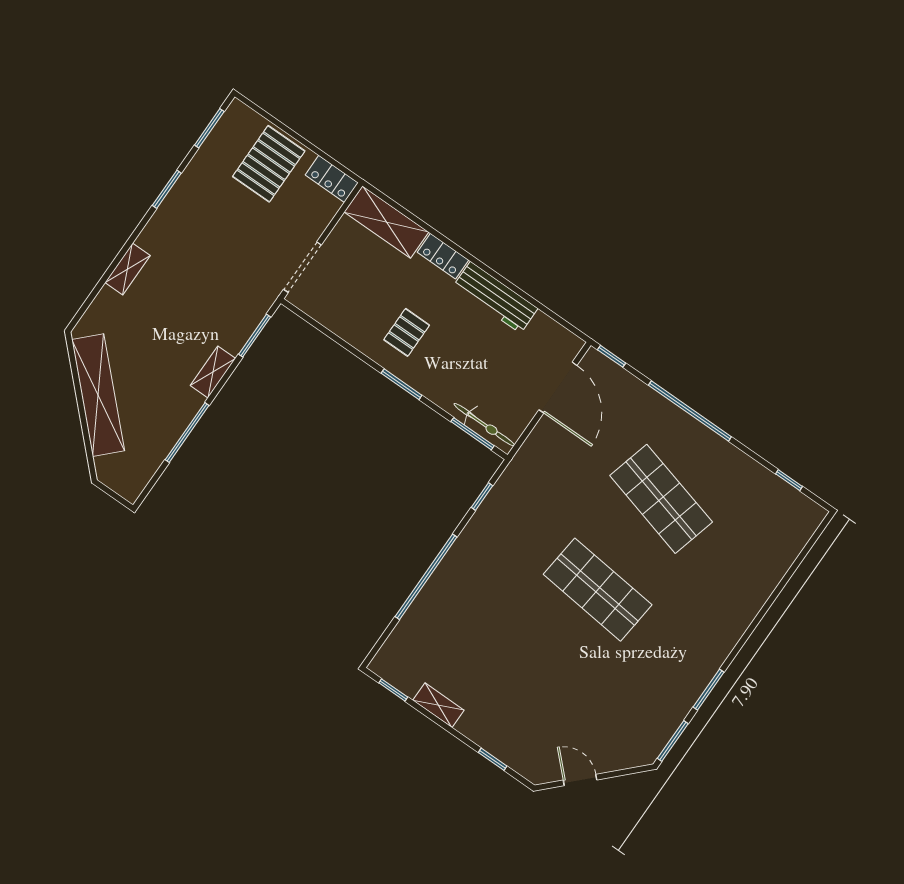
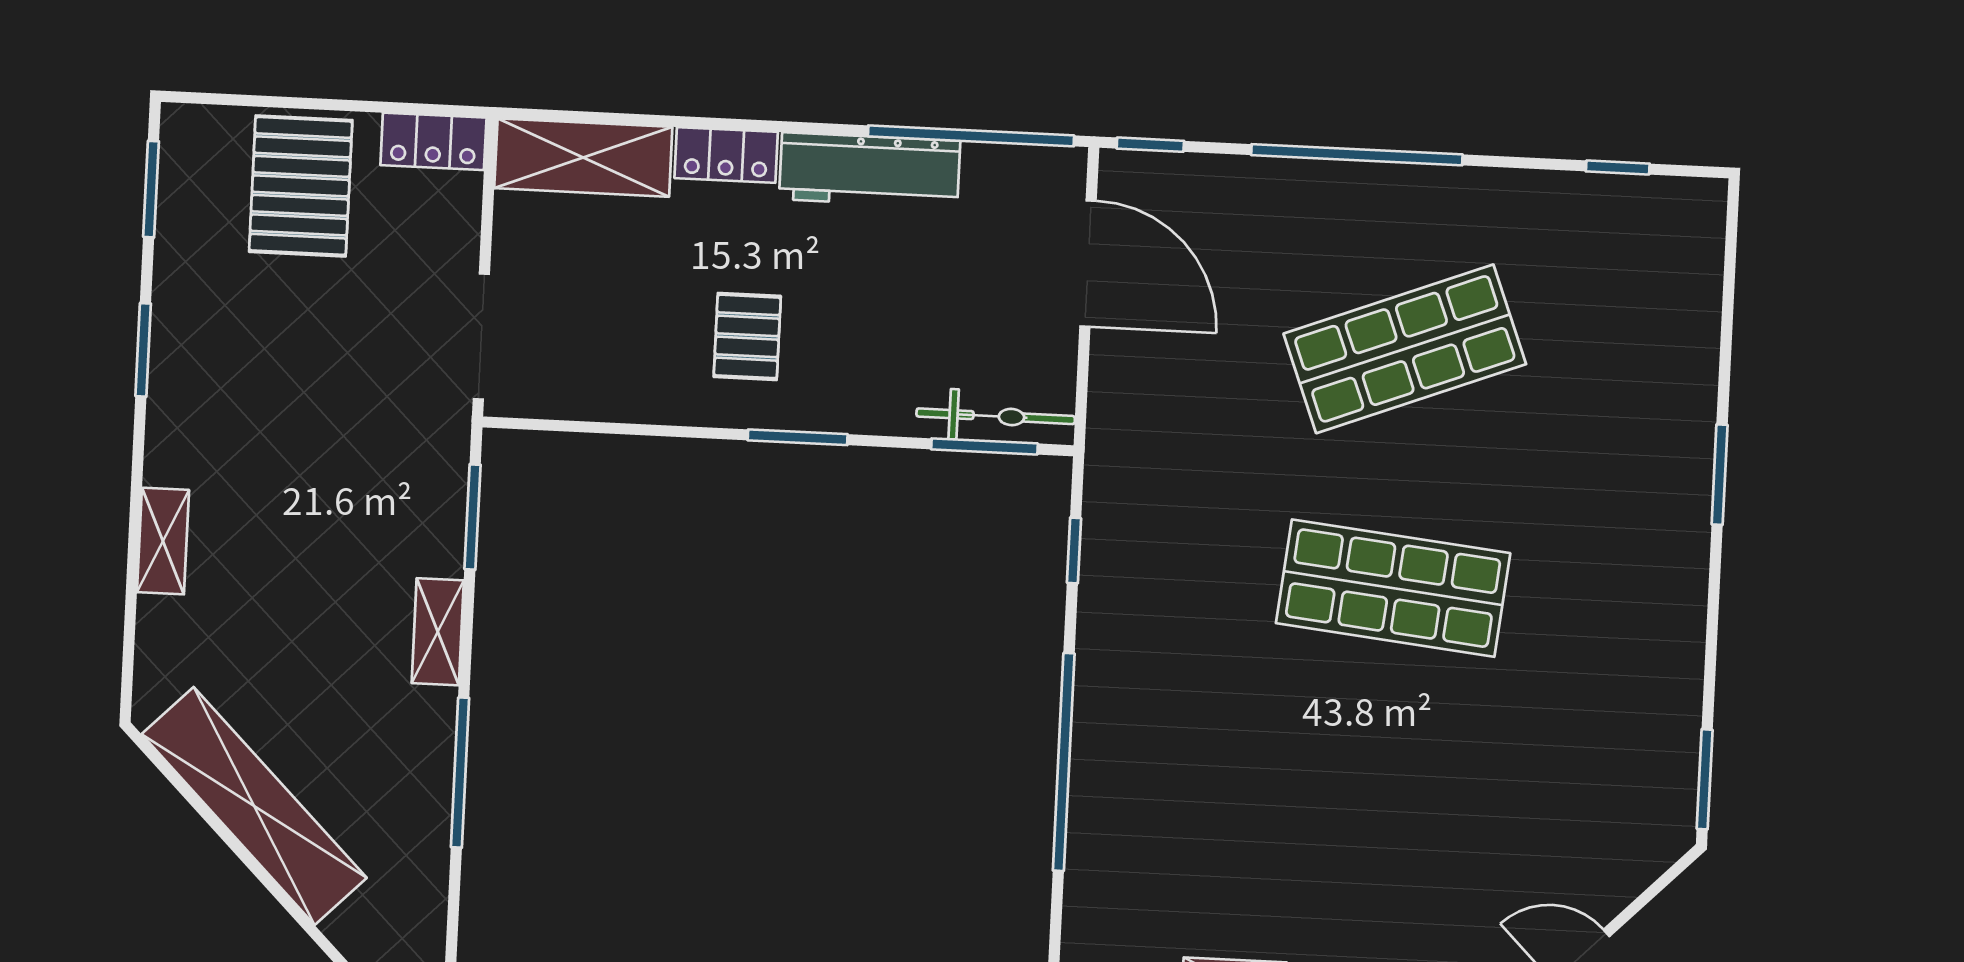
window: (544, 309) -> (971, 136), added
shop shelf: (661, 499) -> (1405, 349), turned -36
window: (709, 690) -> (1720, 475), moved

